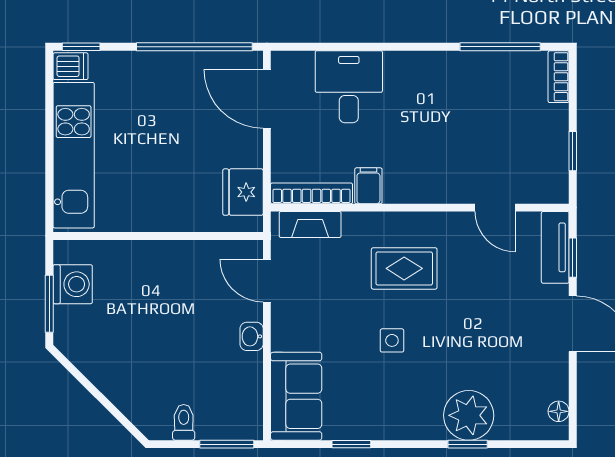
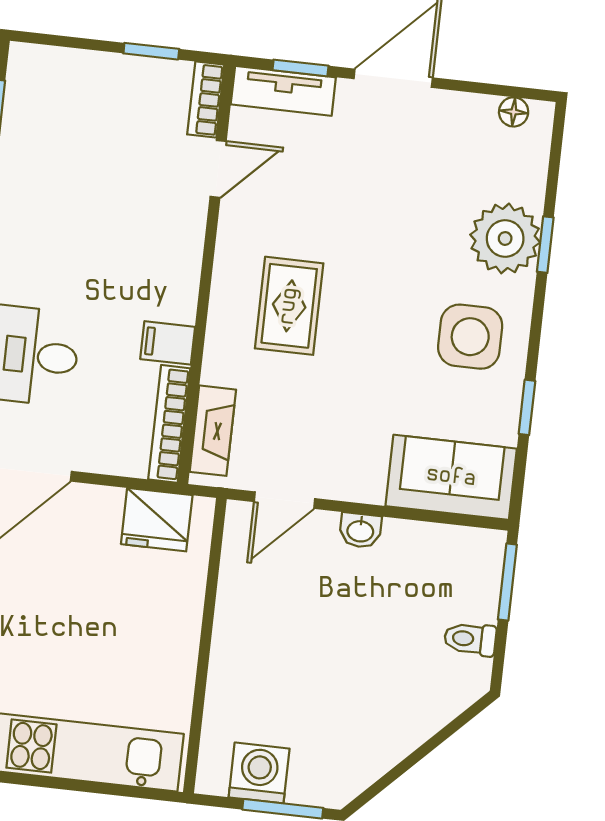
bookcase: (559, 77) -> (206, 100), moved, turned 90
side table: (392, 340) -> (470, 337), moved, width x1.87, depth x1.87

